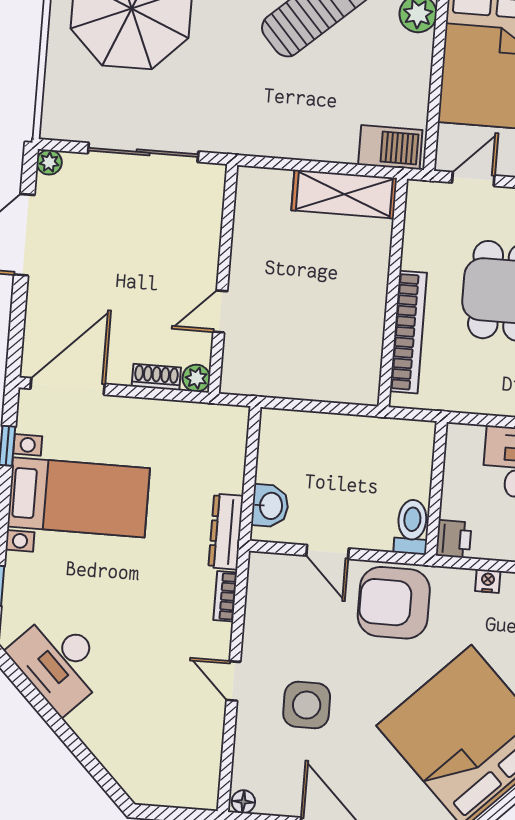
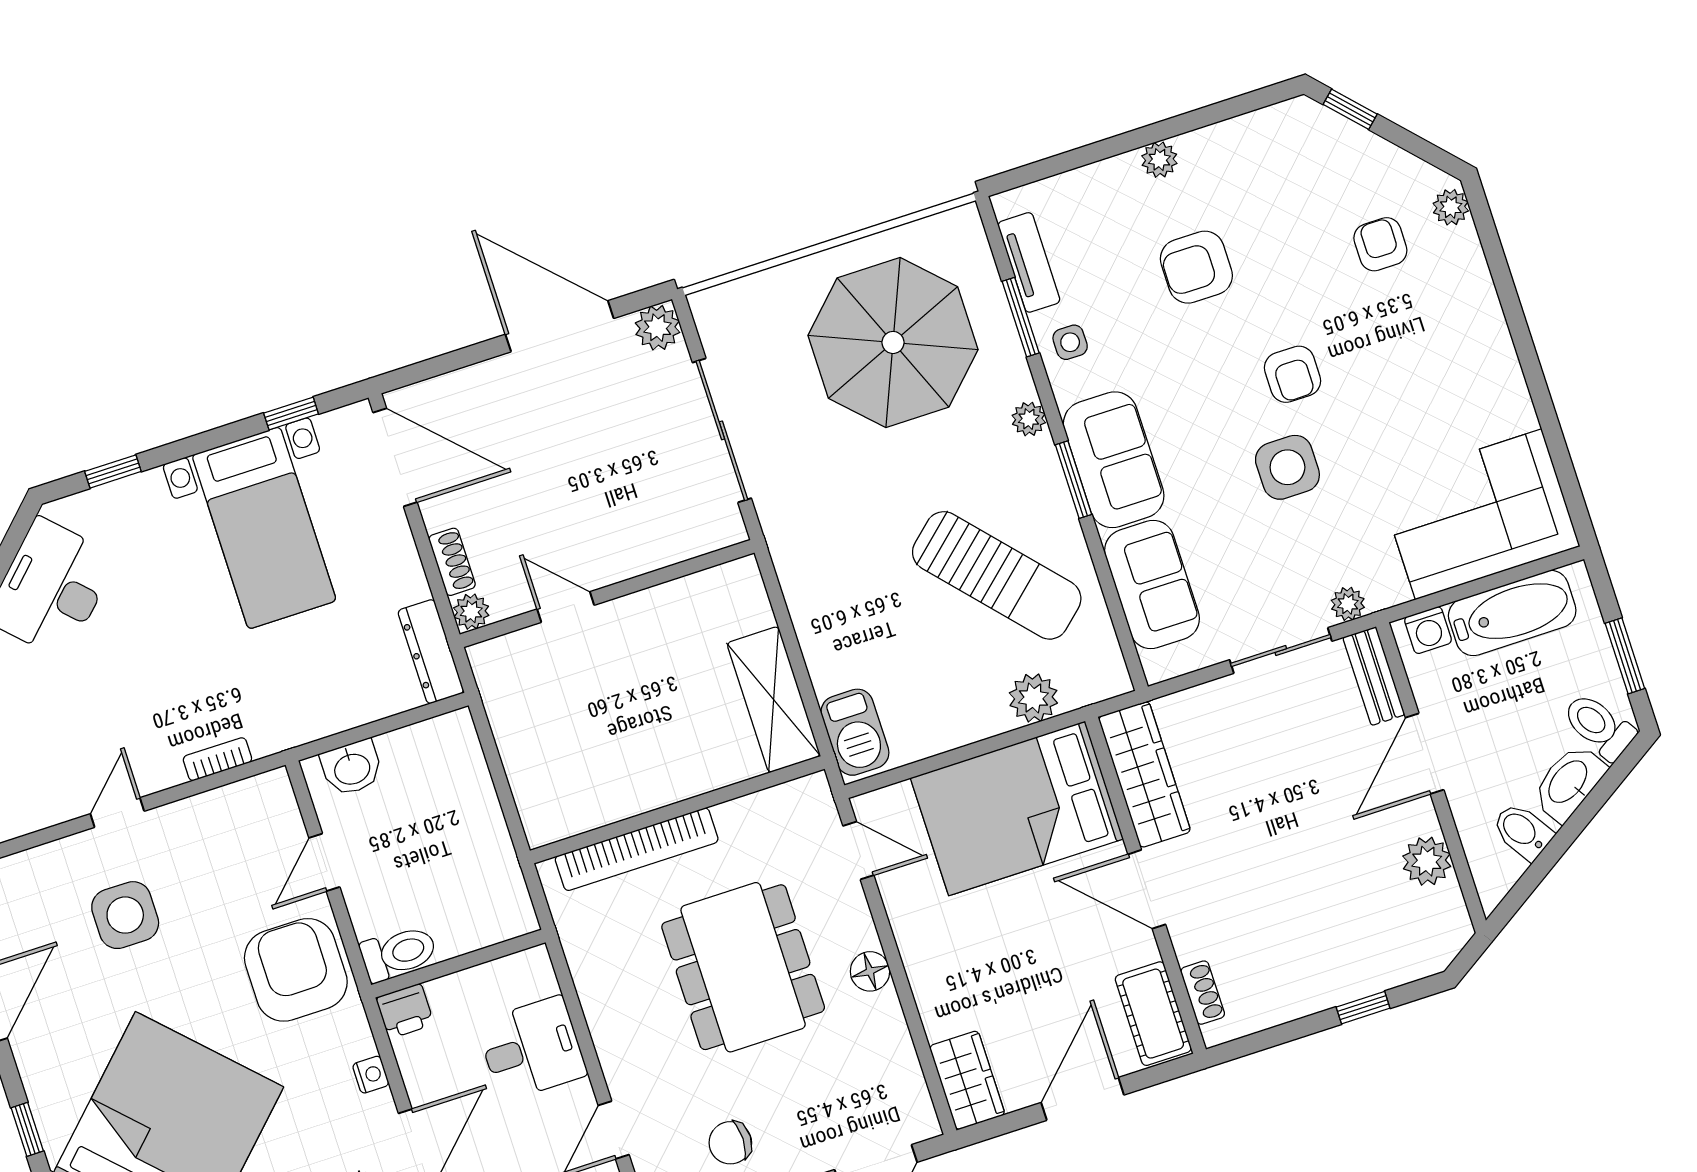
plant: (49, 162) -> (658, 328), width x1.38, depth x1.38
dresser: (226, 532) -> (431, 652), moved, turned -90

